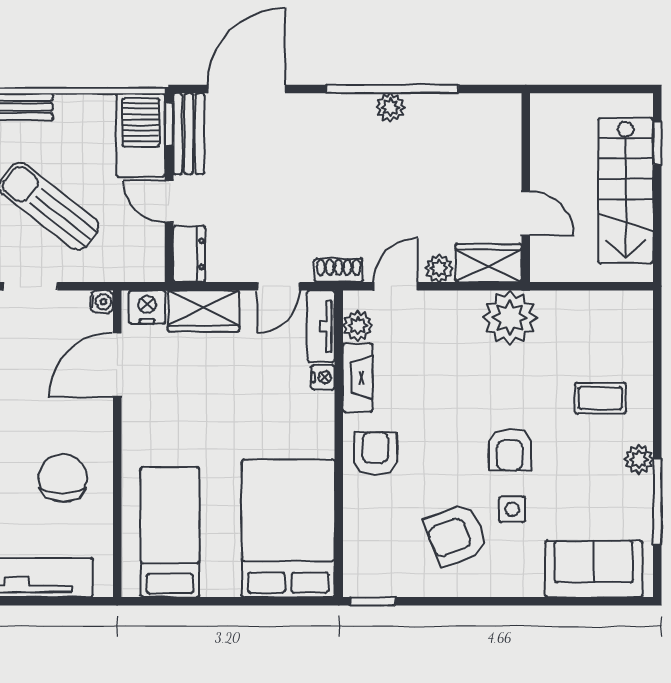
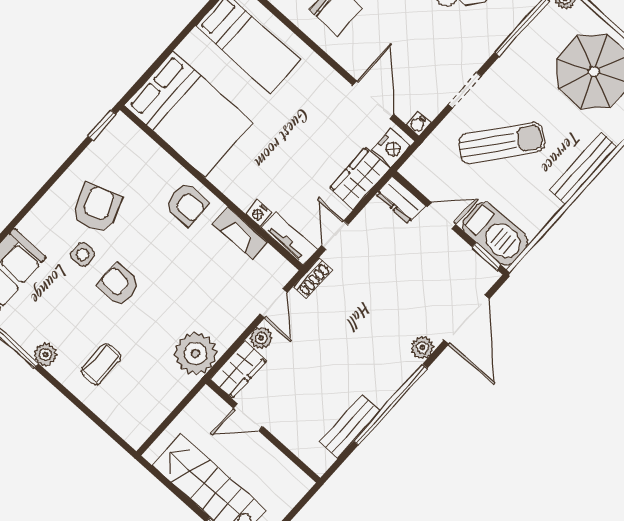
plant: (390, 107) -> (422, 348), moved
bench: (189, 134) -> (350, 427), moved, turned 90
plant: (358, 326) -> (270, 261), removed

